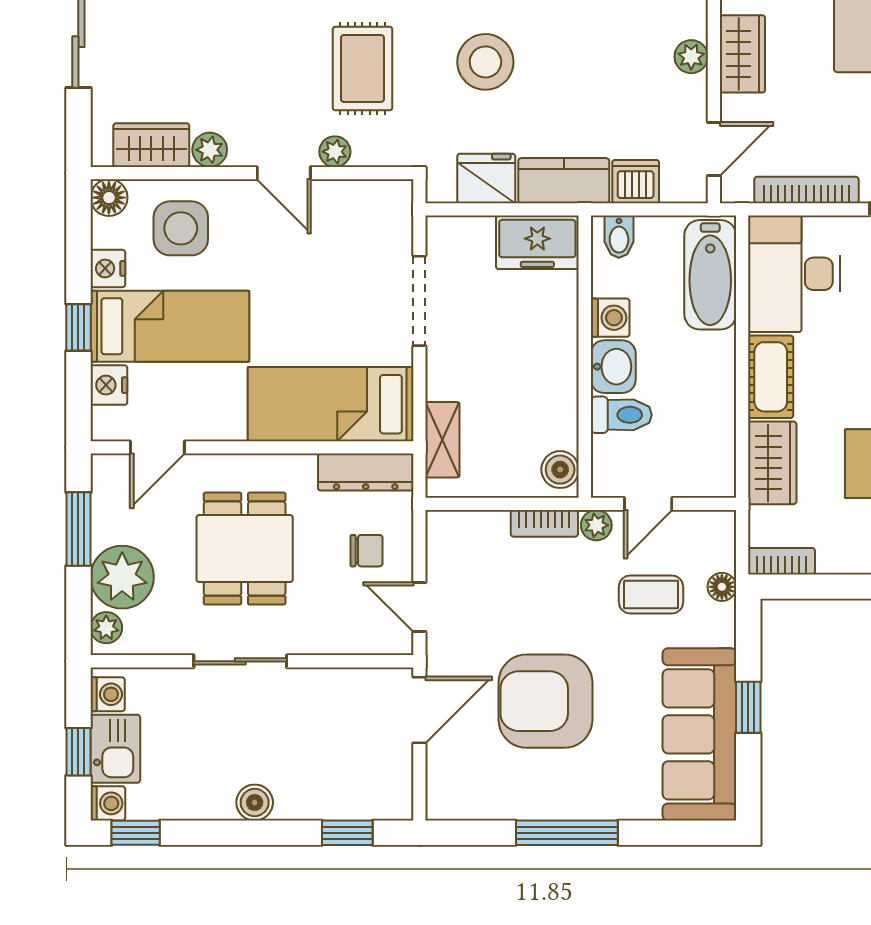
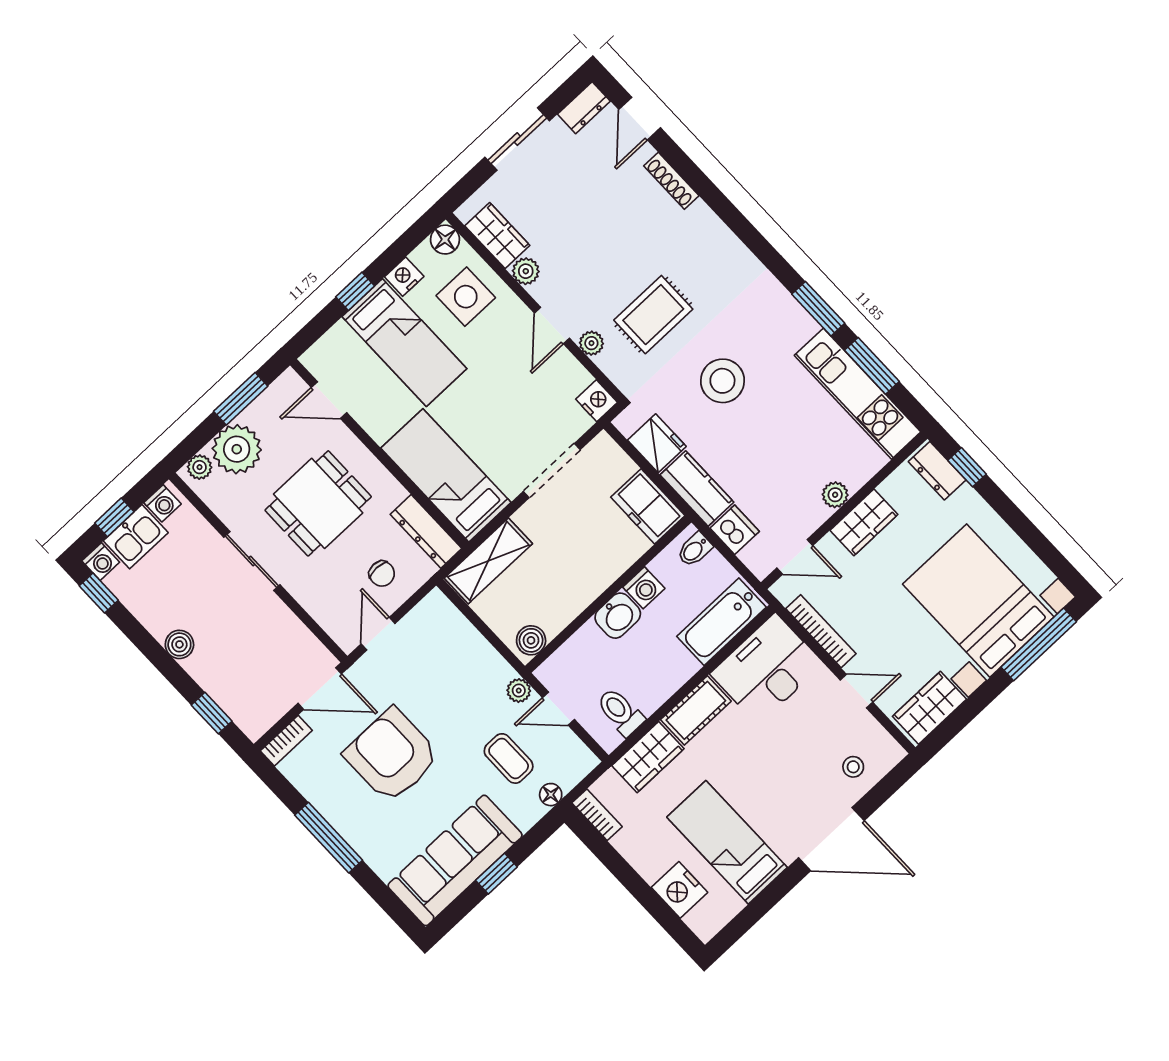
nightstand: (109, 385) -> (597, 401), moved, turned 90
toilet: (621, 415) -> (620, 712), moved, turned 180
shelving: (442, 440) -> (488, 561), width x1.50, depth x1.33
bookcase: (544, 523) -> (286, 741), moved, turned -90

